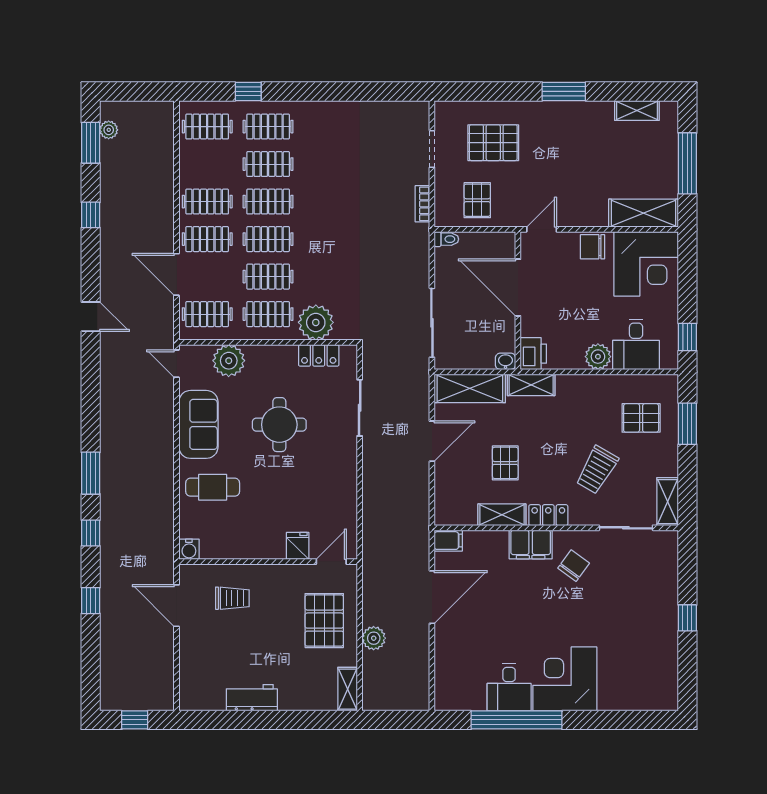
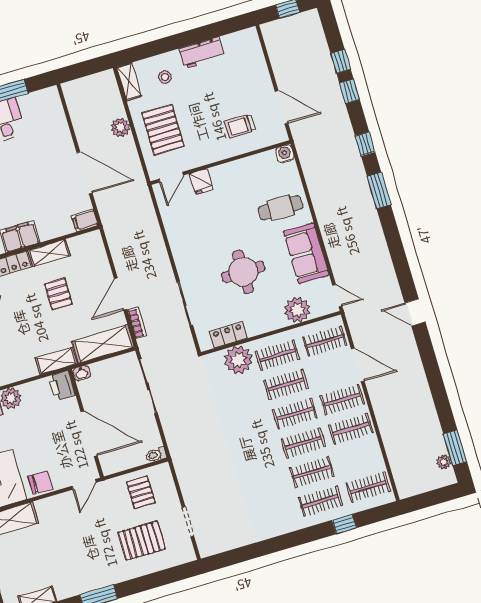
bookcase: (422, 204) -> (137, 323), moved
window: (91, 215) -> (341, 61), moved
door: (432, 597) -> (85, 173), swing flipped
stool: (303, 682) -> (165, 77), added

